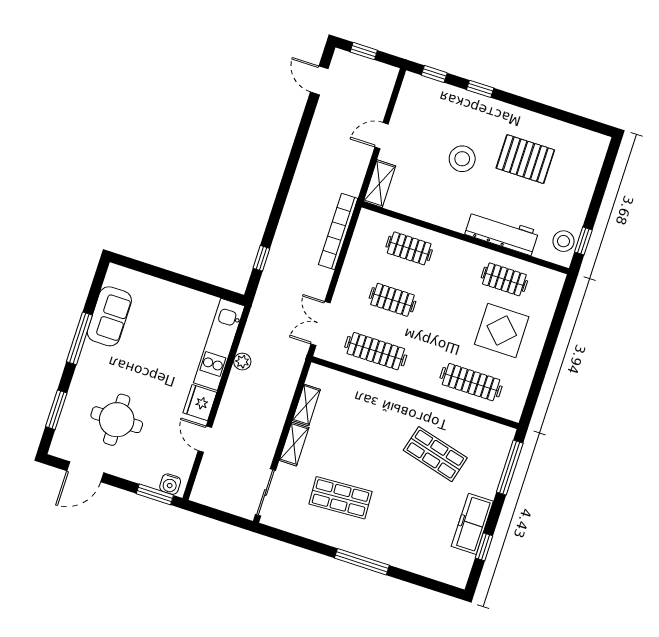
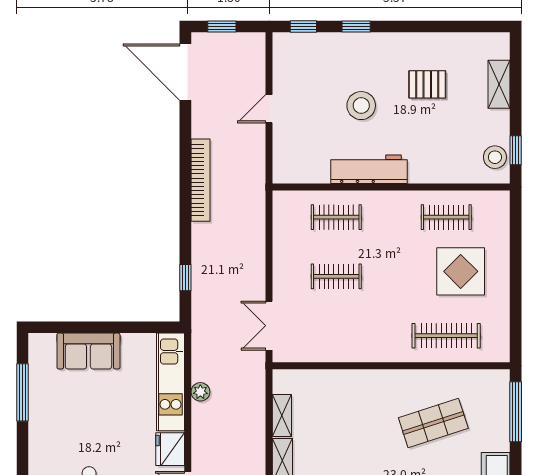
door: (319, 80) -> (185, 72), width x1.87
pallet: (525, 159) -> (427, 84), width x0.67, depth x0.71
shelving: (380, 184) -> (499, 84), moved
bookcase: (338, 232) -> (200, 180), moved, turned 180
workbench: (502, 233) -> (369, 169), moved
sofa: (109, 316) -> (88, 351), moved, turned 90
window: (79, 338) -> (23, 392), moved
clothes rail: (376, 351) -> (336, 336), removed
shop shelf: (435, 454) -> (433, 423), turned -33

